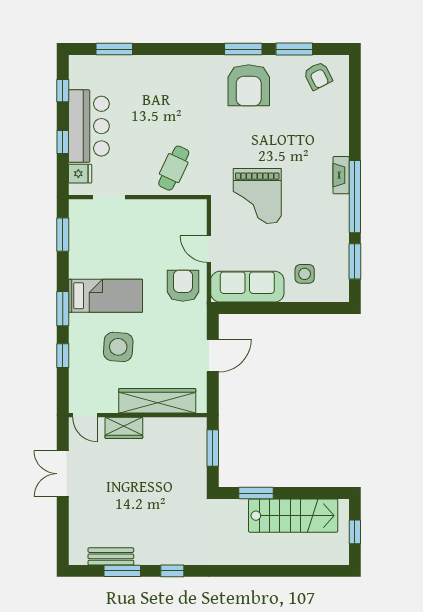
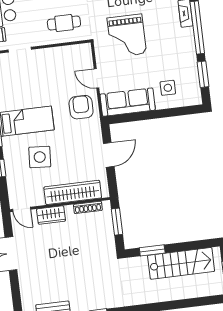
cafe table: (174, 168) -> (64, 23), turned 65
shoe rack: (175, 424) -> (88, 207), added

